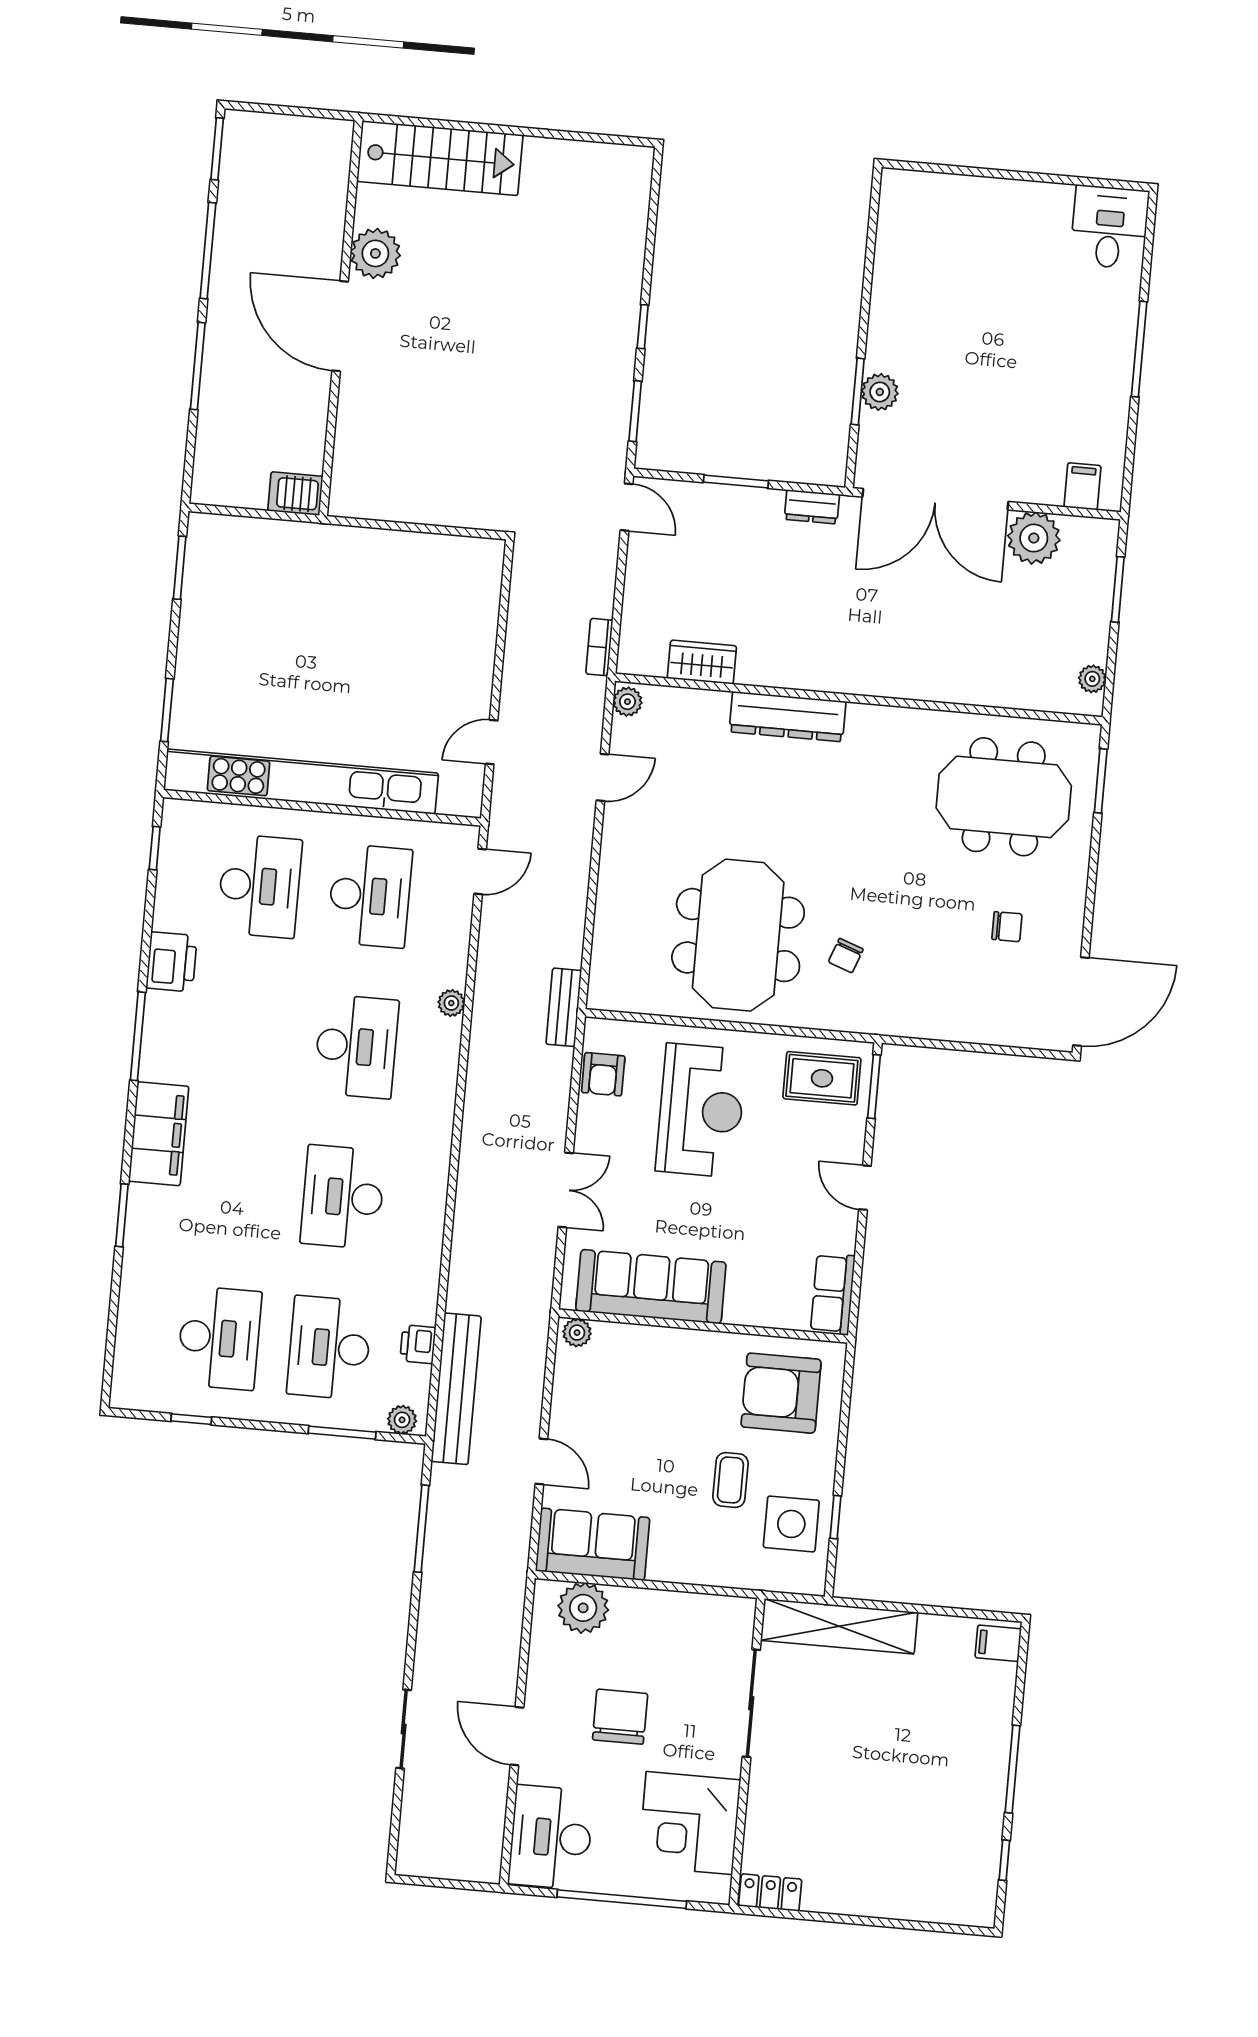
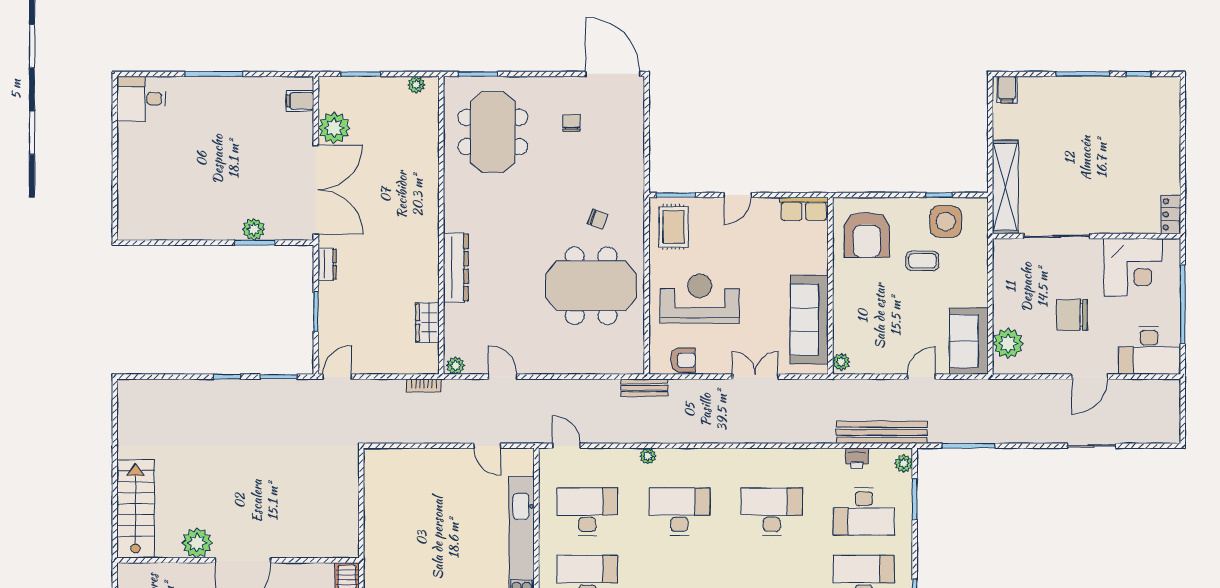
desk: (343, 1197) -> (772, 512), turned 180

